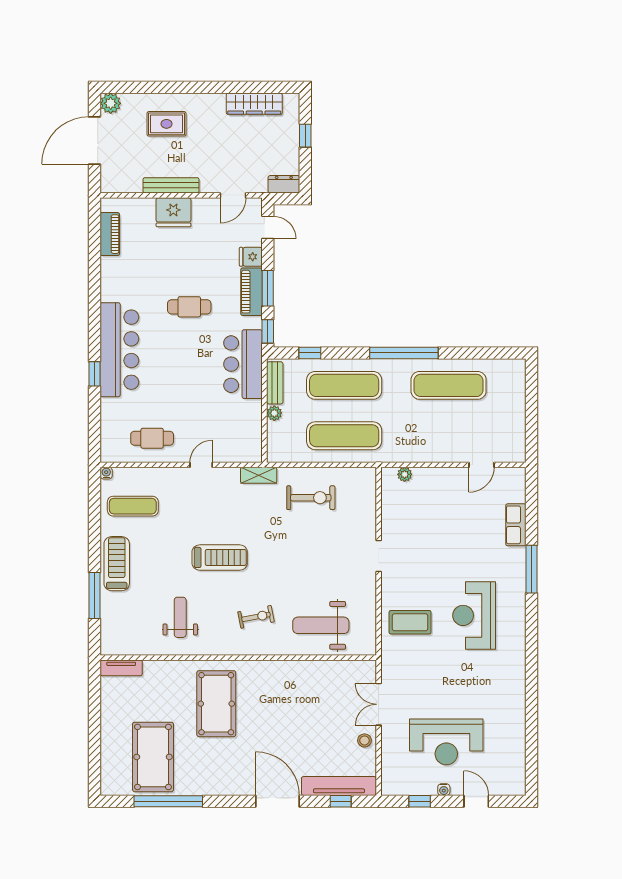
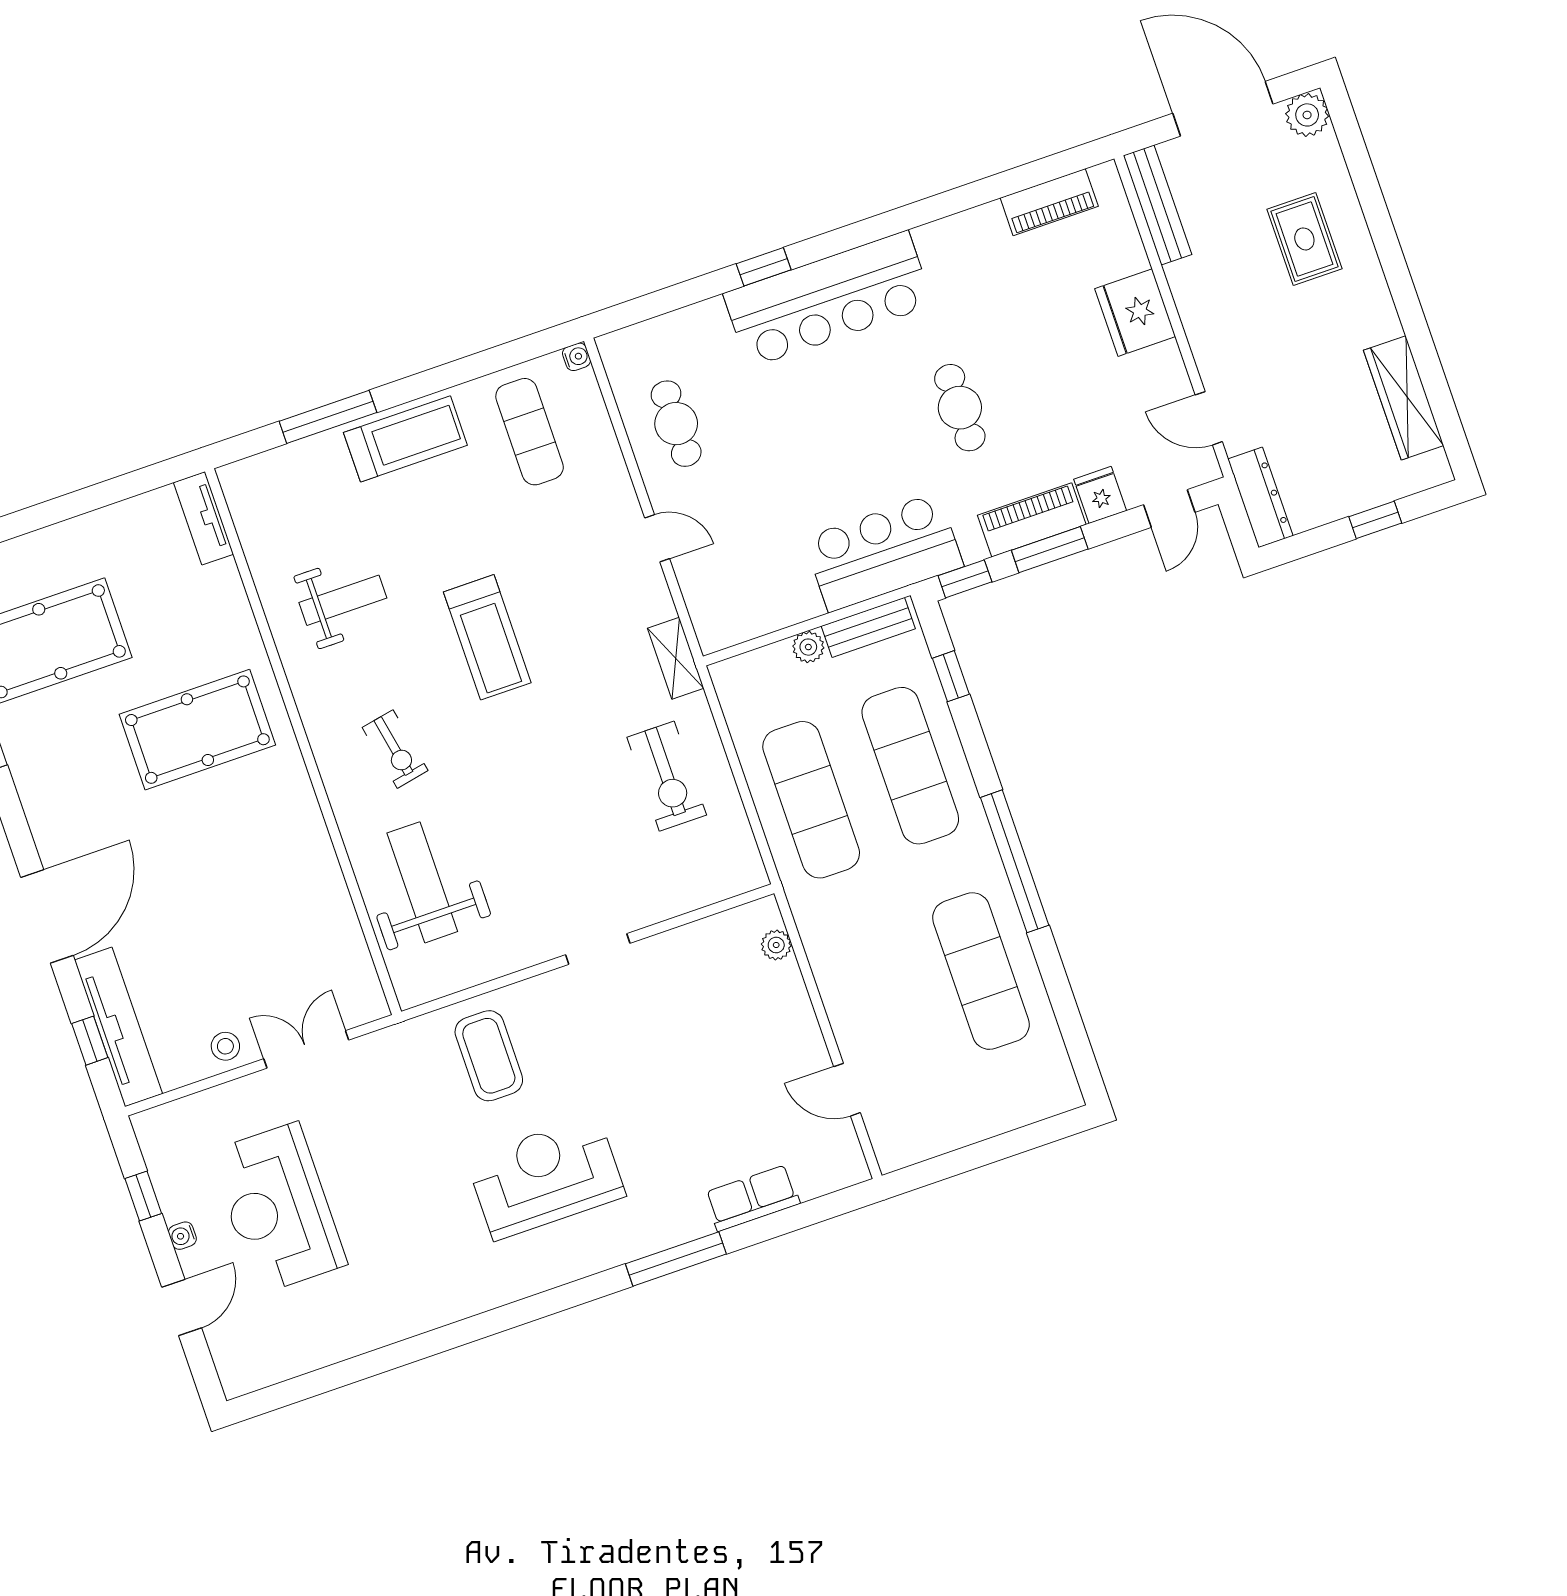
dresser: (284, 184) -> (1260, 497), width x1.44
bench: (171, 185) -> (1157, 205), moved

